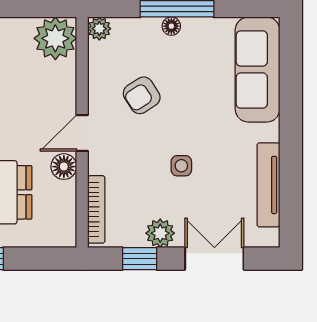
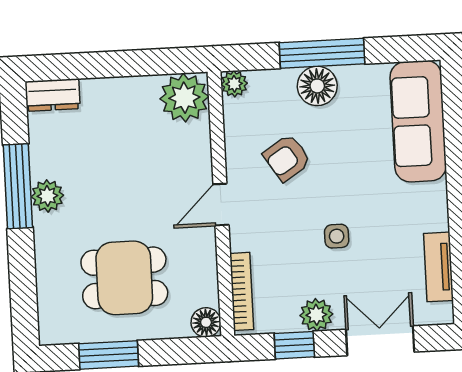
floor lamp: (171, 26) -> (317, 86), width x1.89, depth x1.89
floor lamp: (64, 167) -> (206, 322), moved
tv unit: (268, 185) -> (438, 267), width x0.71

